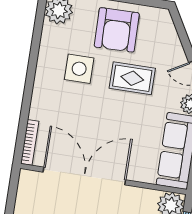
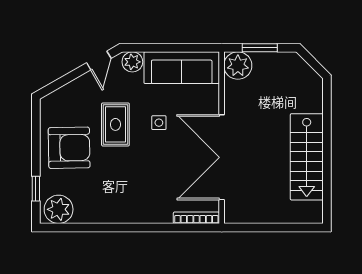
side table: (79, 69) -> (159, 123), moved, width x0.54, depth x0.54

